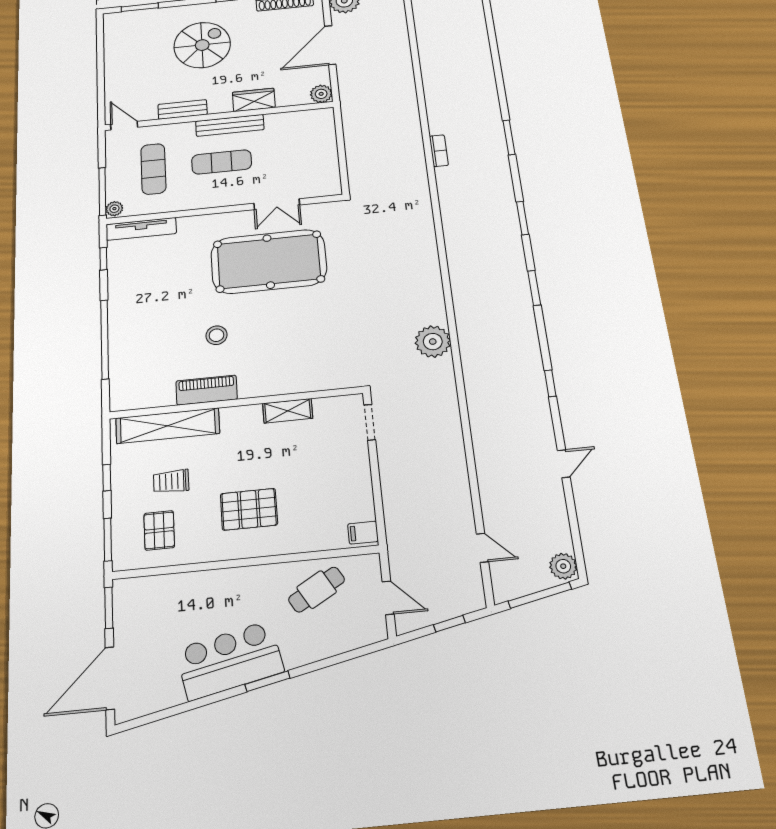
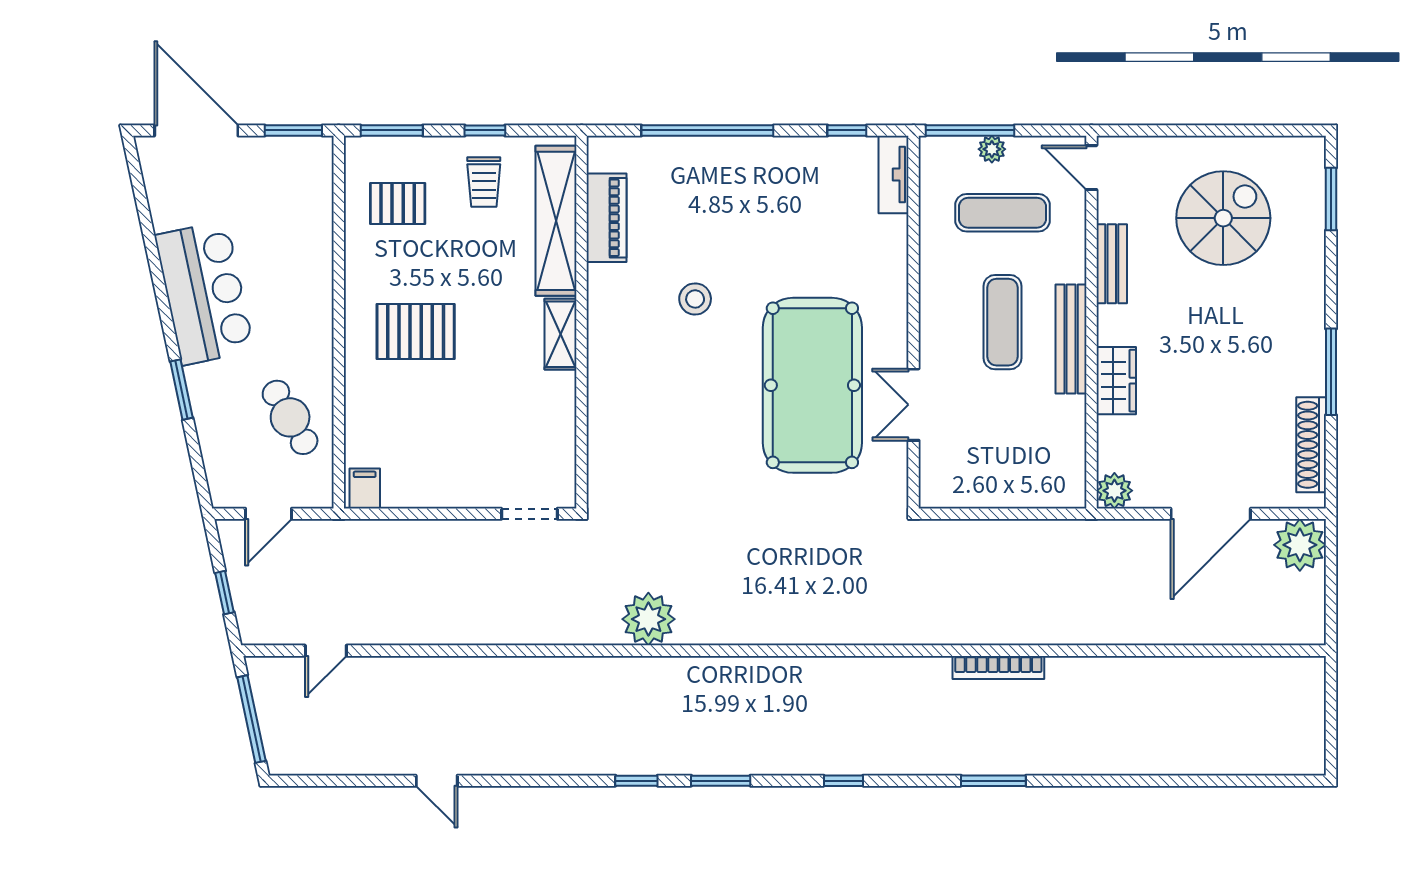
spiral stairs: (202, 45) -> (1223, 218), moved, turned -90
door: (330, 45) -> (1211, 514), swing flipped
door: (124, 126) -> (1091, 168), swing flipped
bookcase: (439, 151) -> (998, 667), width x1.56
plant: (114, 209) -> (992, 149), moved
window: (523, 218) -> (843, 781), width x0.67
tv unit: (141, 229) -> (894, 174), width x0.71
window: (550, 383) -> (636, 781), moved
piano: (207, 390) -> (607, 218), moved
shelving: (288, 411) -> (561, 334), moved
trolley: (171, 481) -> (484, 182), moved, turned 180
pallet: (249, 509) -> (416, 331), turned 90
plant: (563, 566) -> (288, 757), removed
window: (267, 681) -> (181, 390), moved

